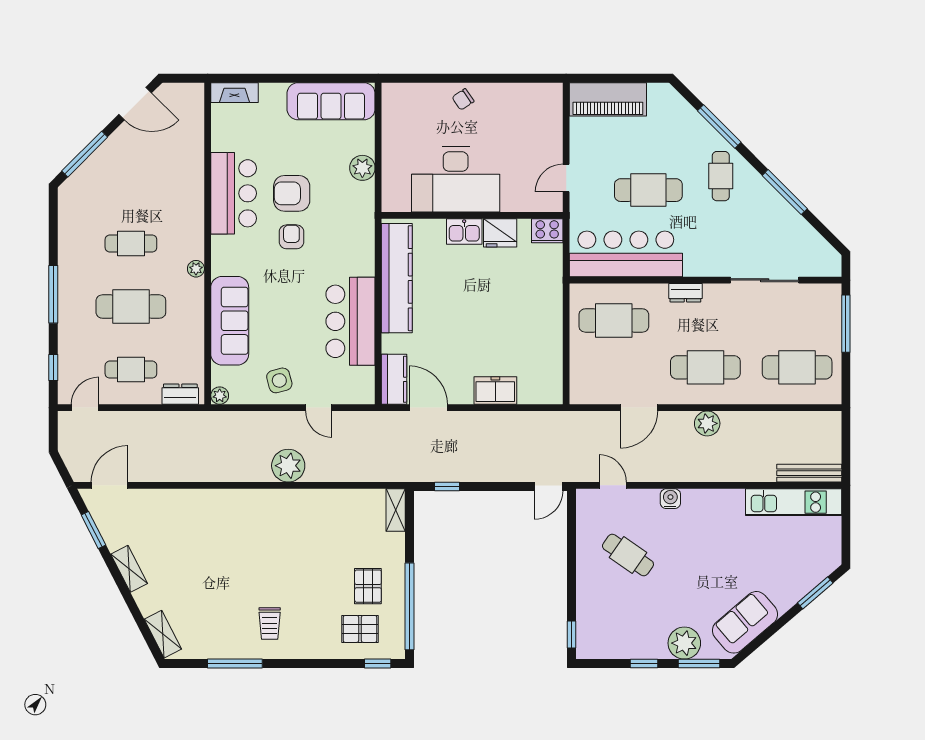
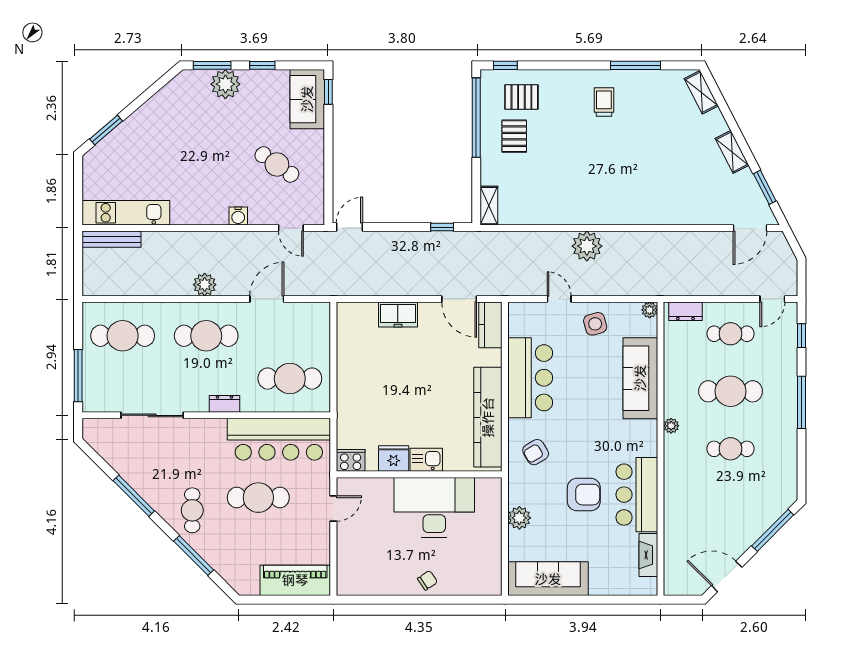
fireplace: (234, 93) -> (648, 555), moved, turned -90
armchair: (291, 237) -> (536, 452), moved, turned 59
sofa: (745, 622) -> (307, 99), moved, turned 131

